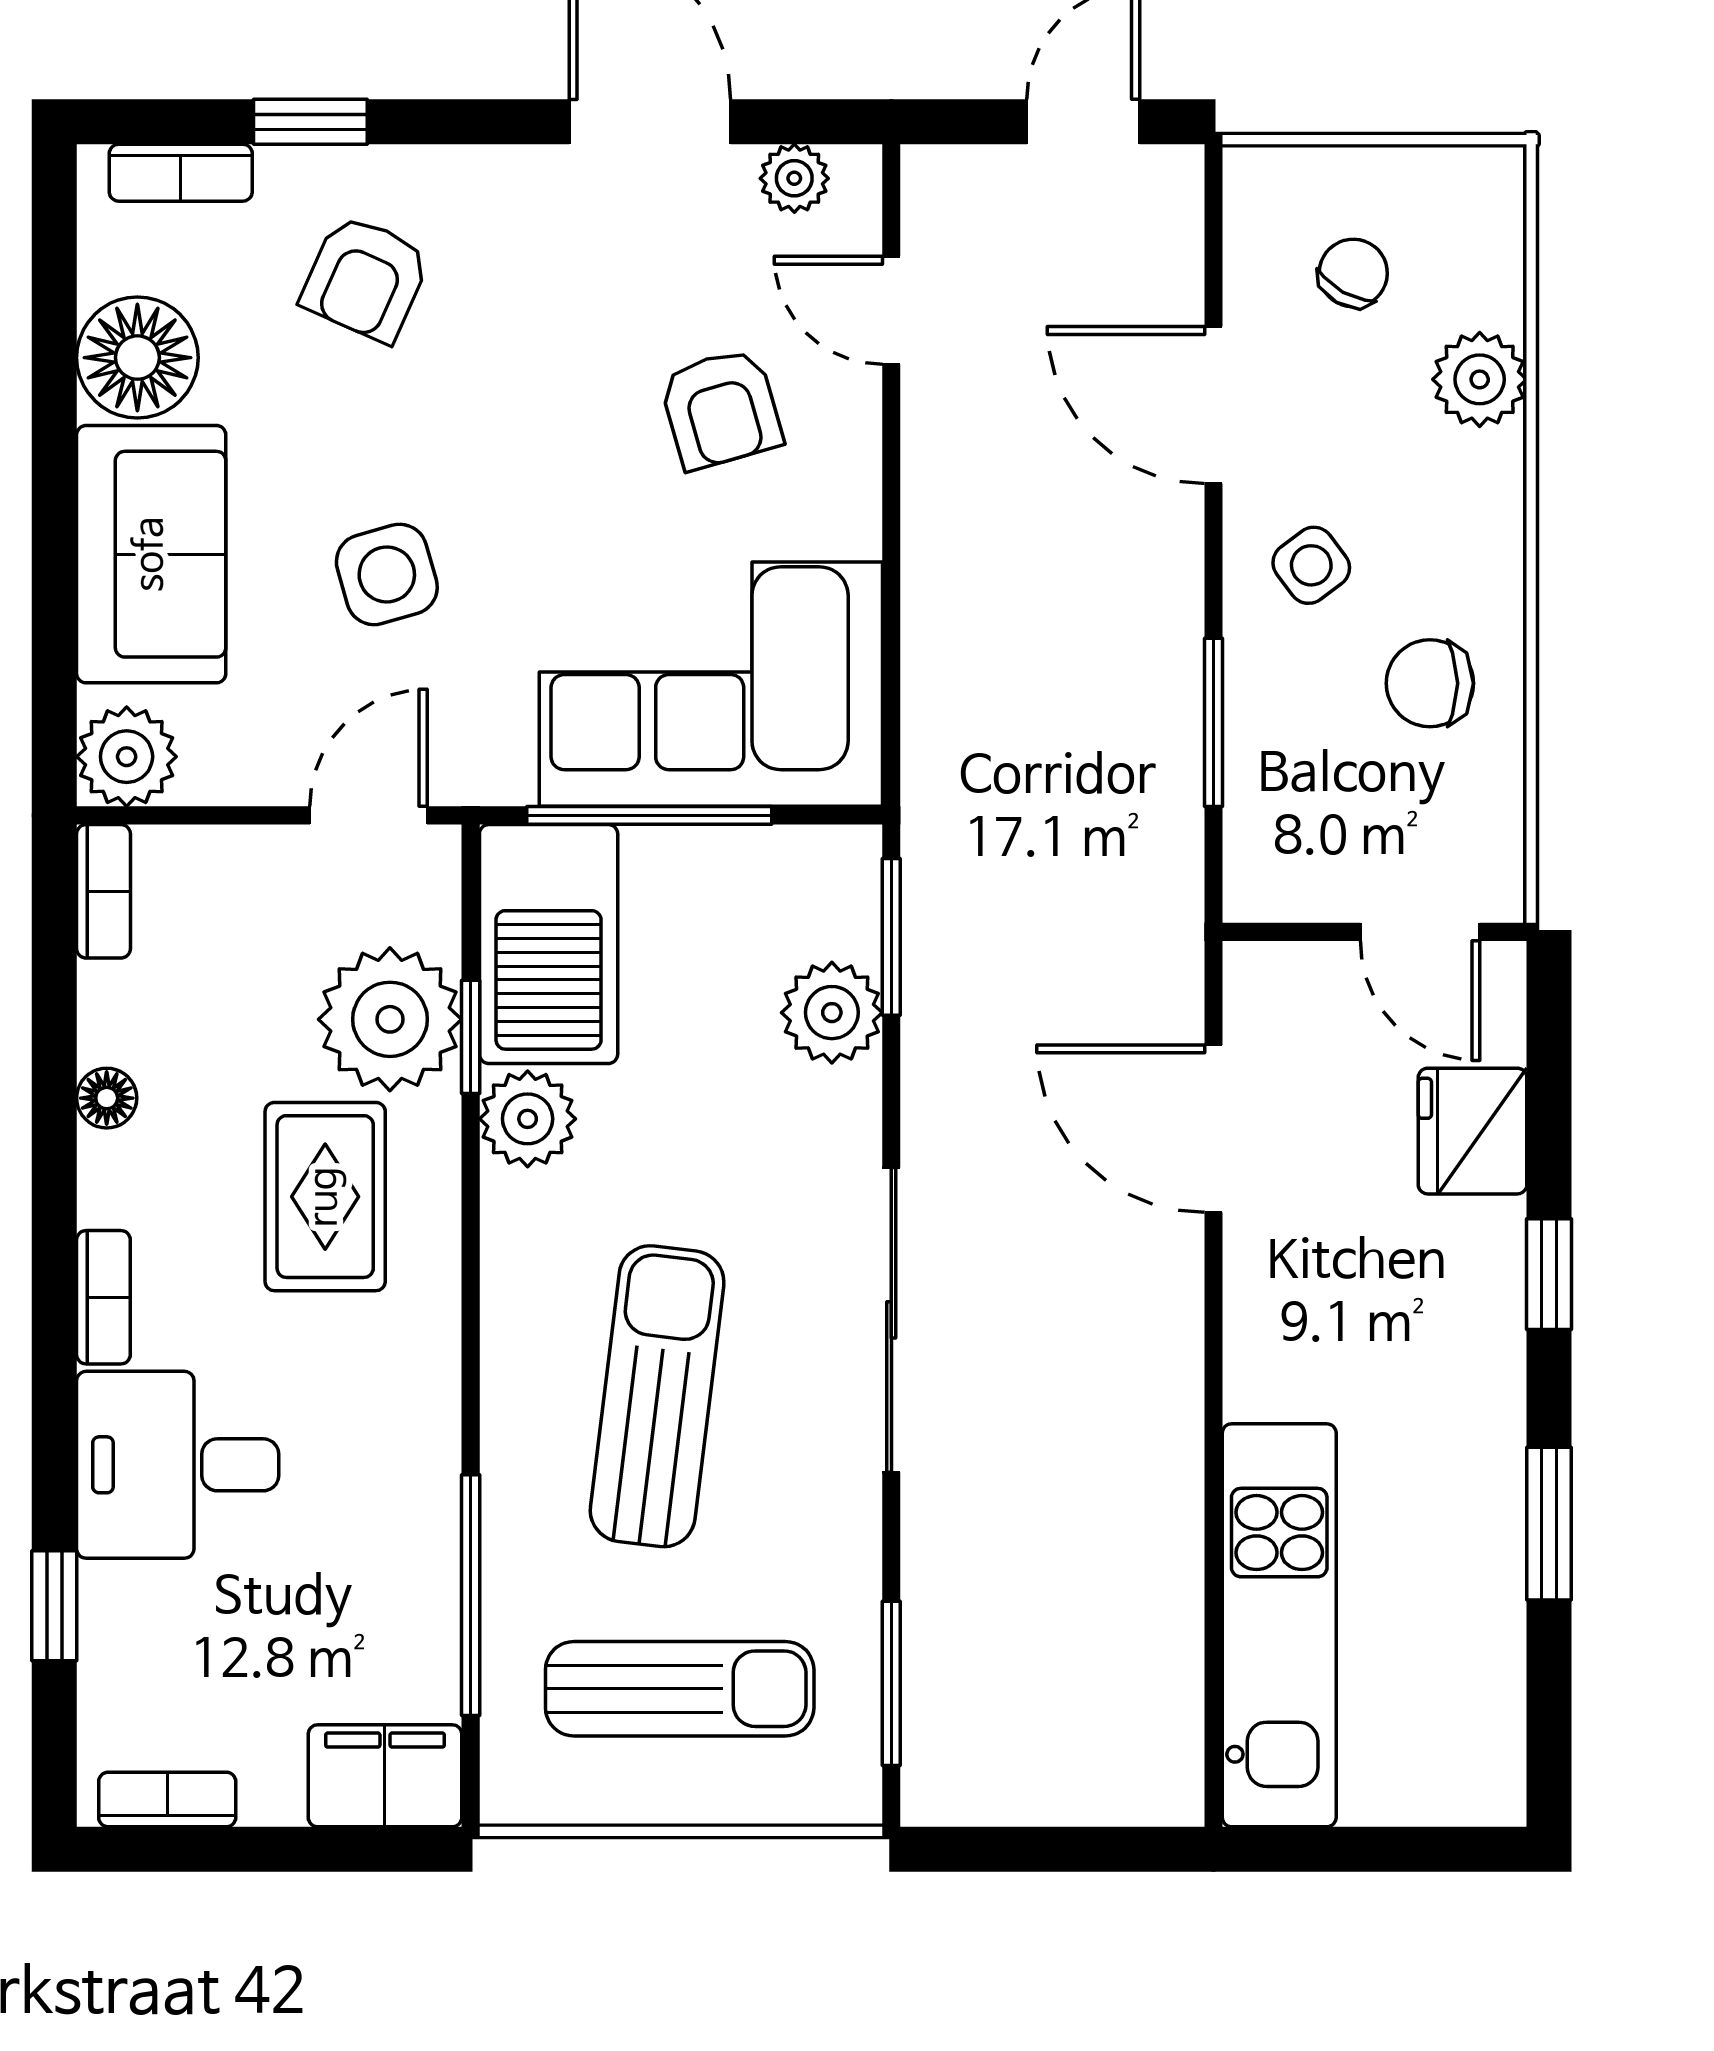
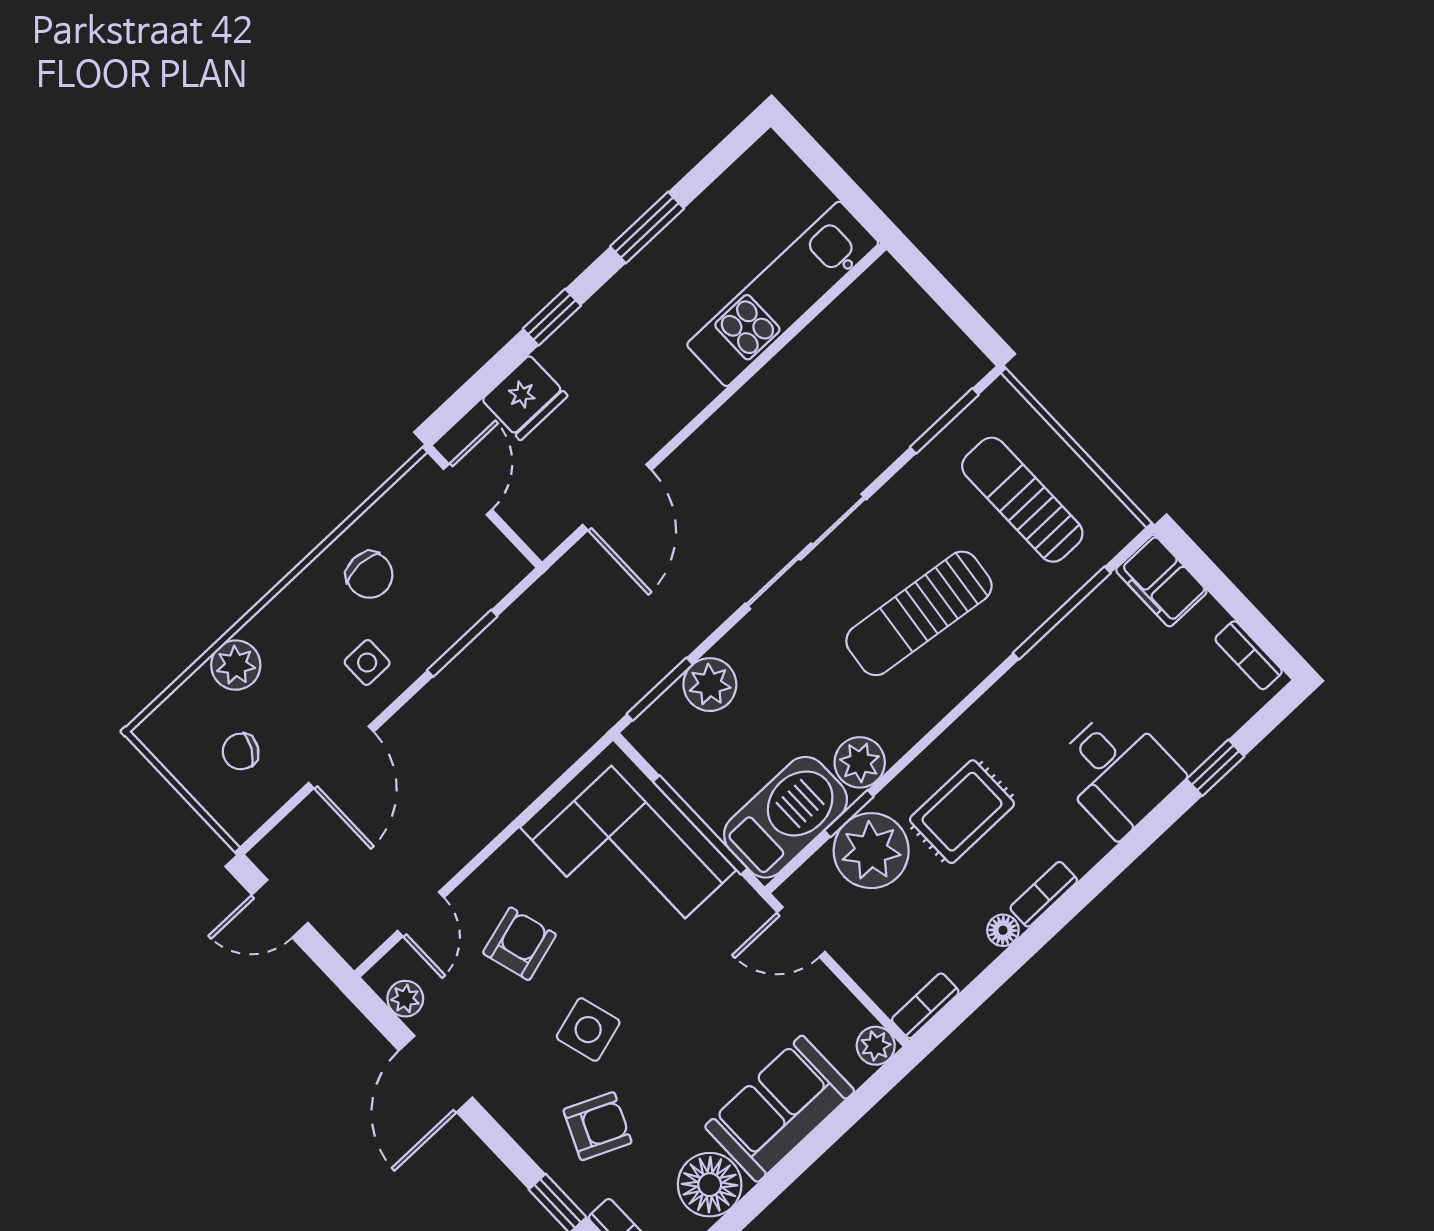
side table: (1311, 565) -> (367, 662), turned 37
side table: (387, 574) -> (588, 1030), moved
plant: (127, 757) -> (876, 1046), width x0.73, depth x0.73
bookcase: (103, 1297) -> (1044, 894), moved

